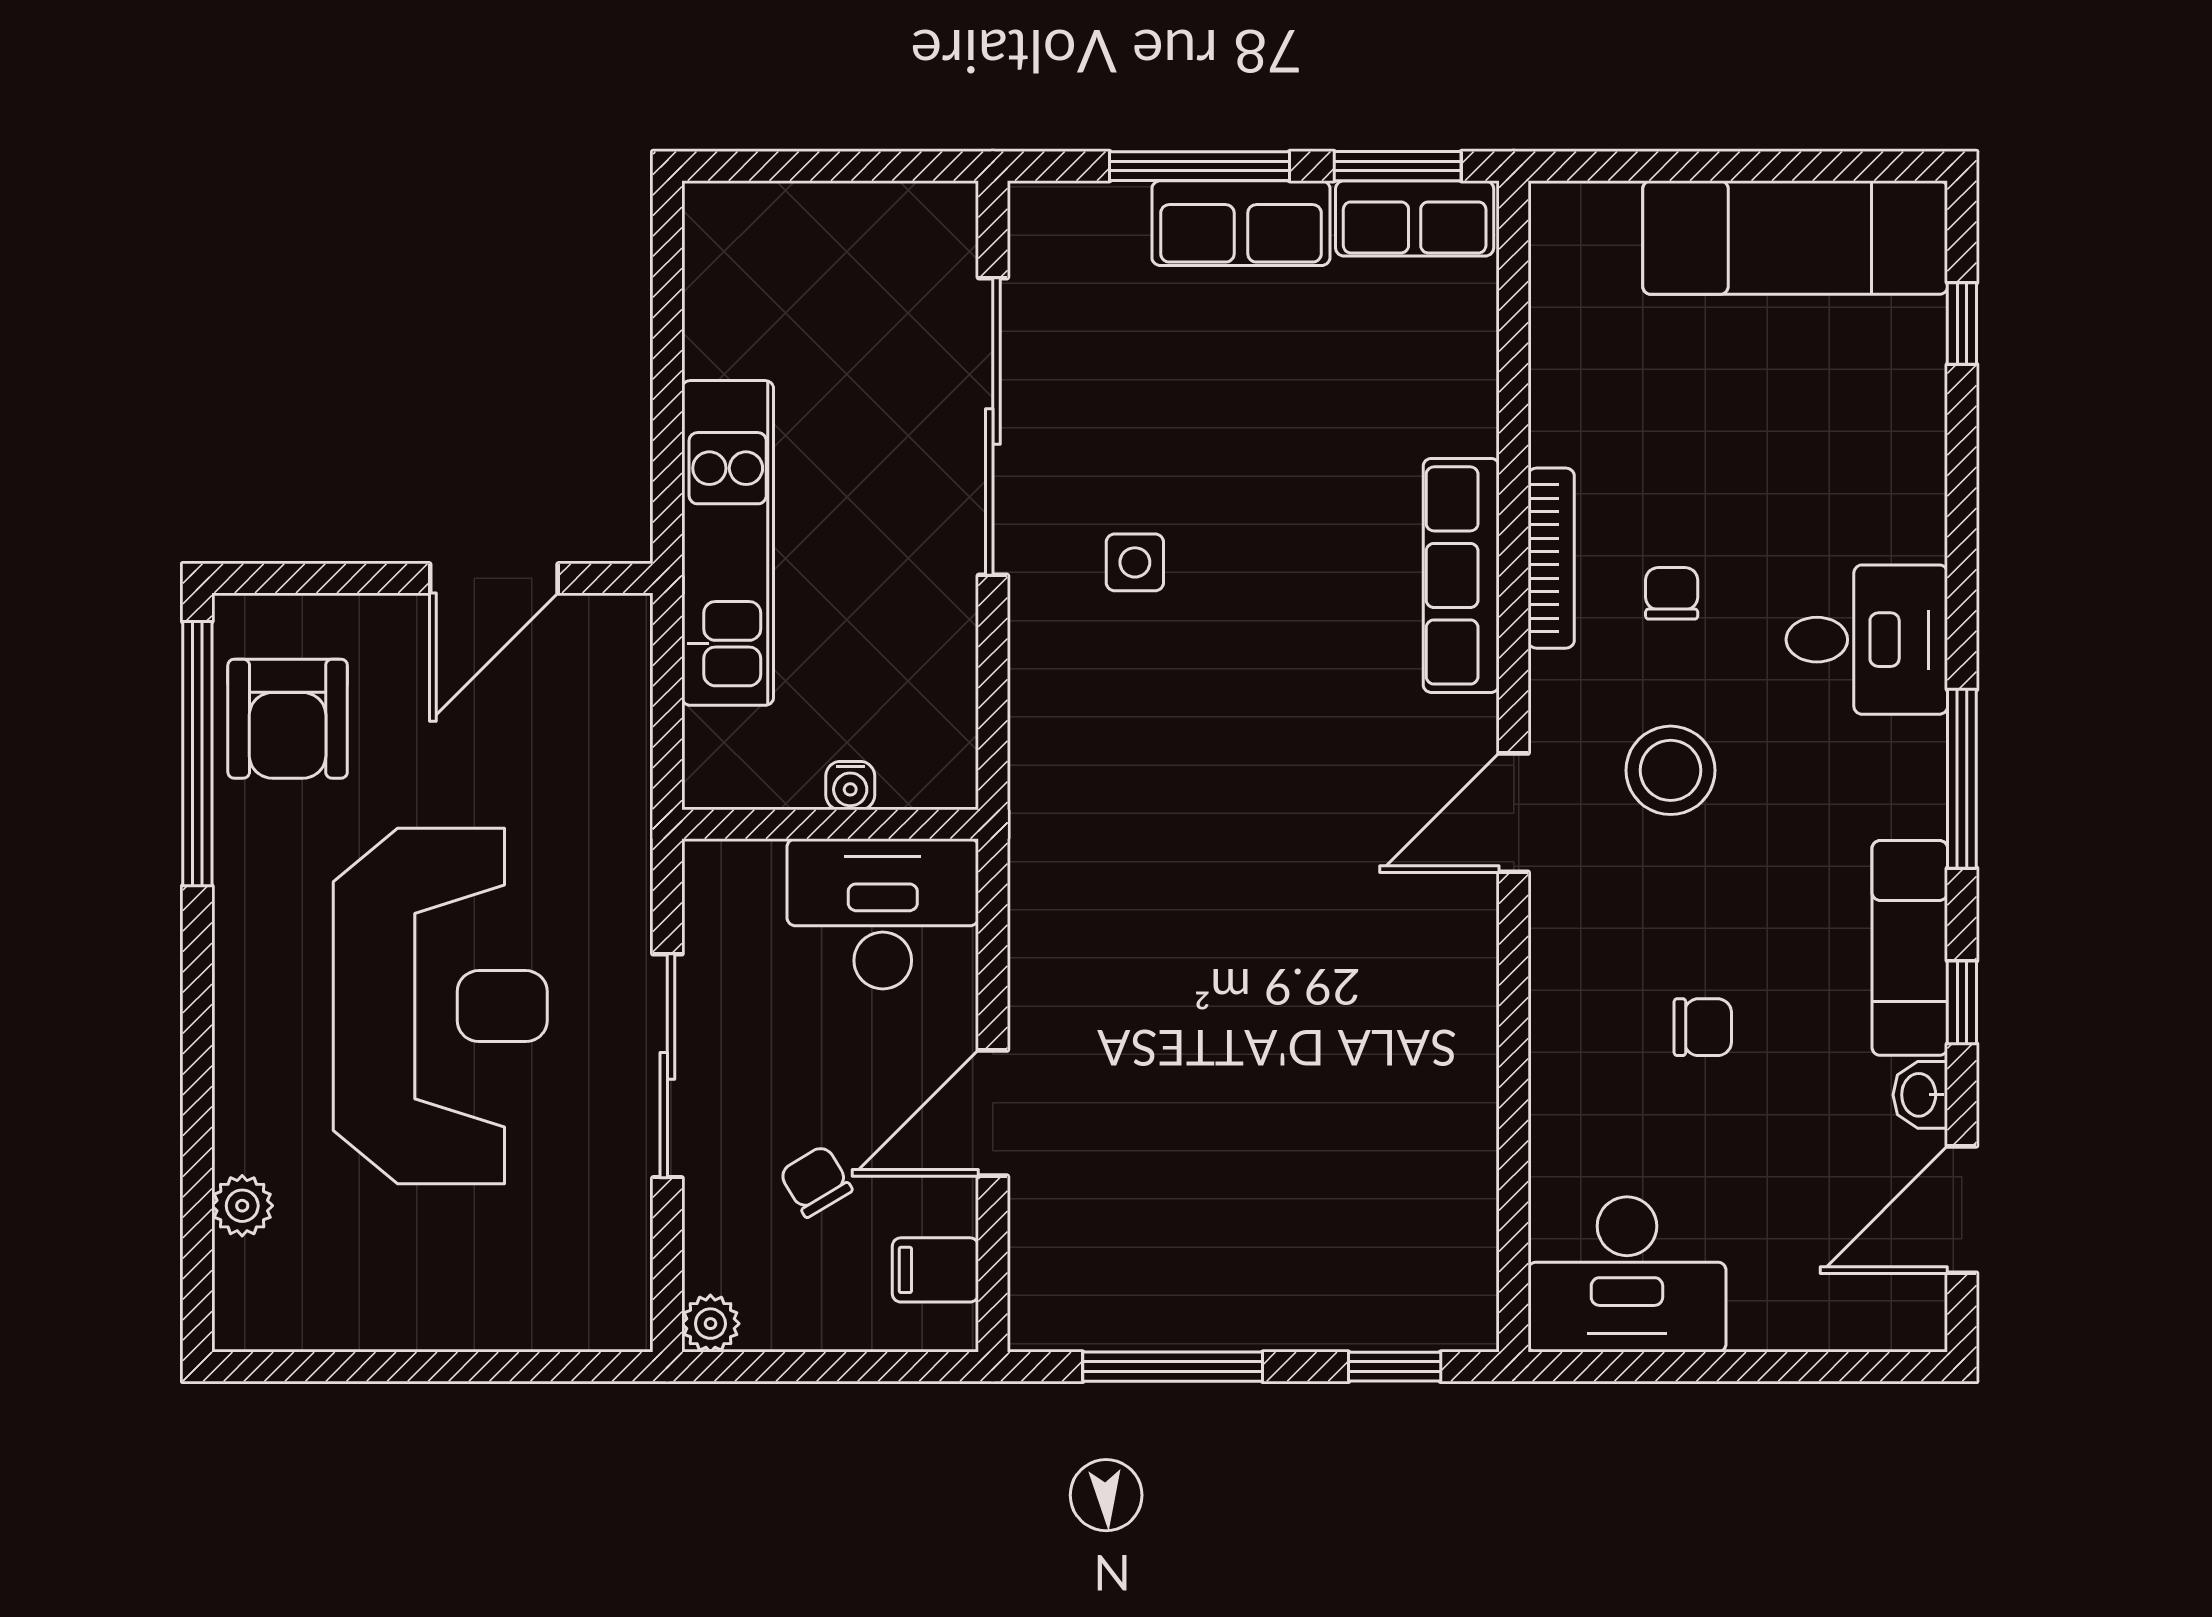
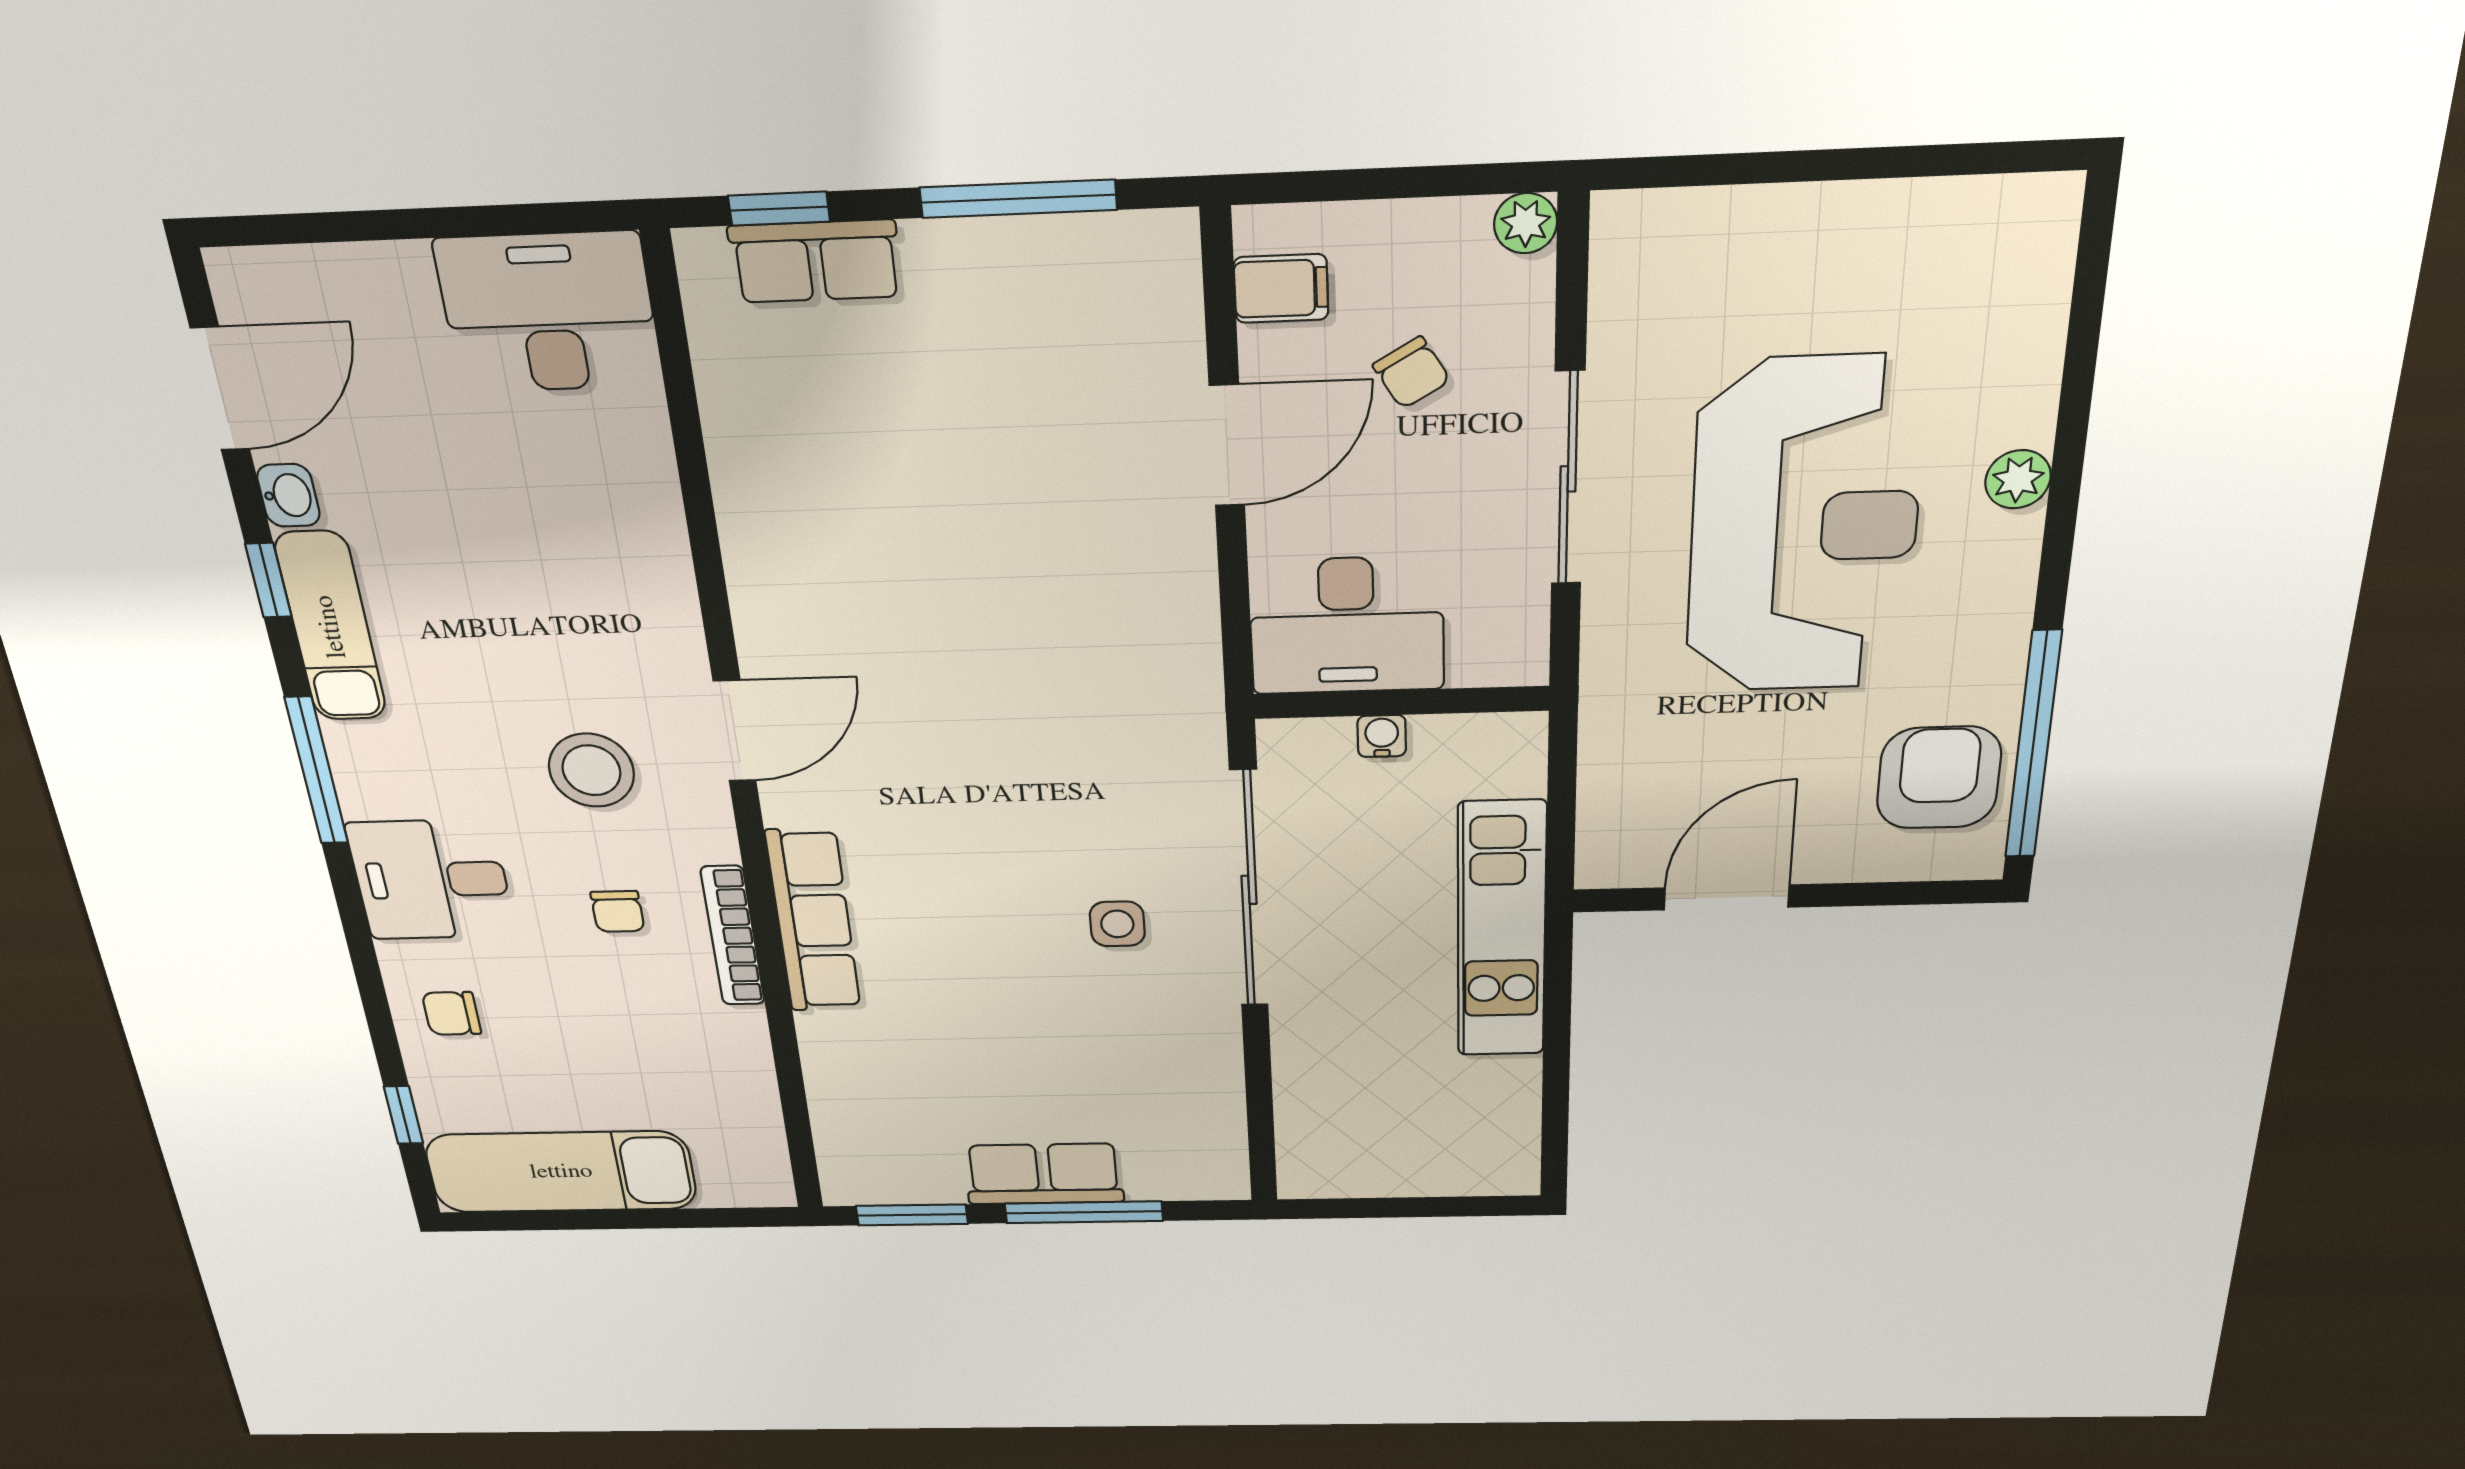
row of seats: (1415, 218) -> (815, 261), moved, turned 180
sliding door: (993, 426) -> (1249, 890), moved
reception desk: (440, 1006) -> (1804, 527), turned 180
chair: (1703, 1027) -> (451, 1013), moved
plant: (242, 1206) -> (2018, 479), moved

